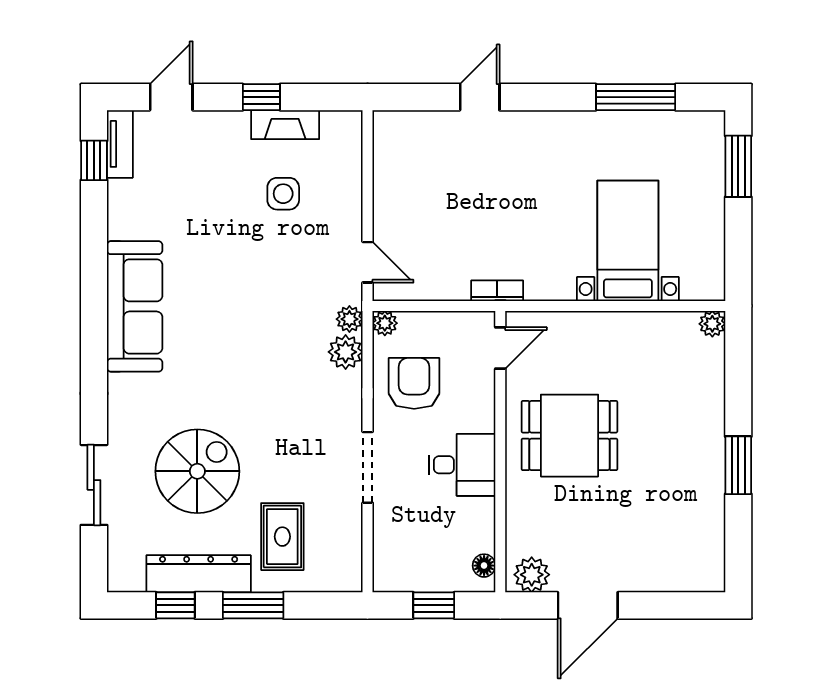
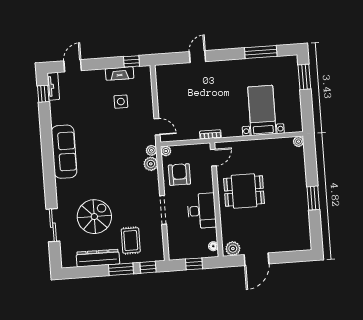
window: (261, 97) -> (132, 61), moved
desk: (462, 465) -> (202, 211), width x1.37
window: (175, 605) -> (148, 267), moved

